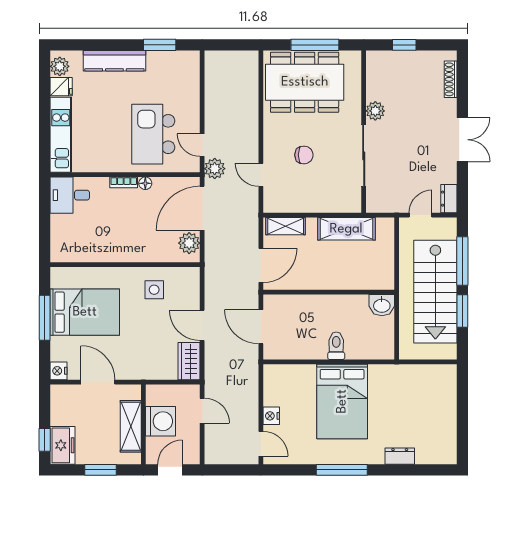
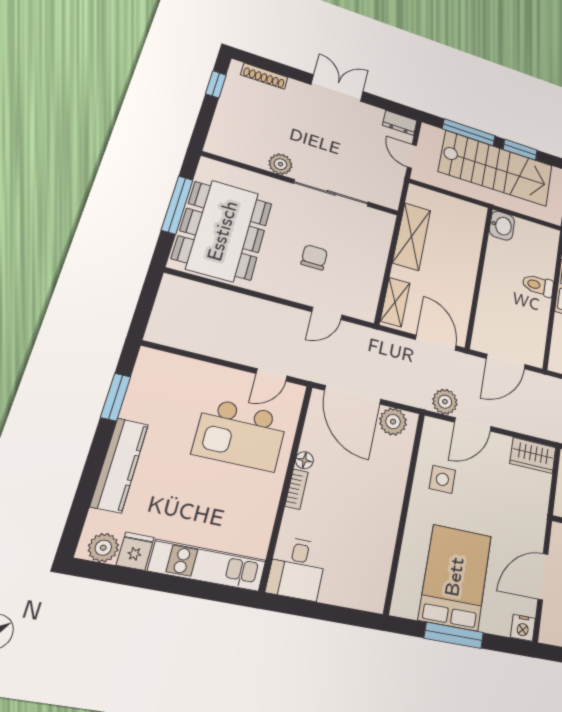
window: (404, 45) -> (216, 84), moved
plant: (215, 169) -> (445, 402), moved
door: (202, 325) -> (473, 424), moved

